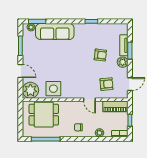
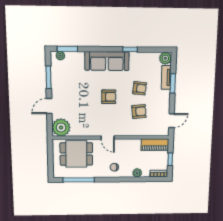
sofa: (55, 31) -> (107, 61), moved
plant: (123, 62) -> (165, 58), moved
armchair: (73, 63) -> (109, 97), added
door: (20, 71) -> (49, 106), swing flipped
armchair: (107, 84) -> (139, 112), moved
side table: (53, 89) -> (87, 126), removed
door: (90, 100) -> (108, 138), moved

